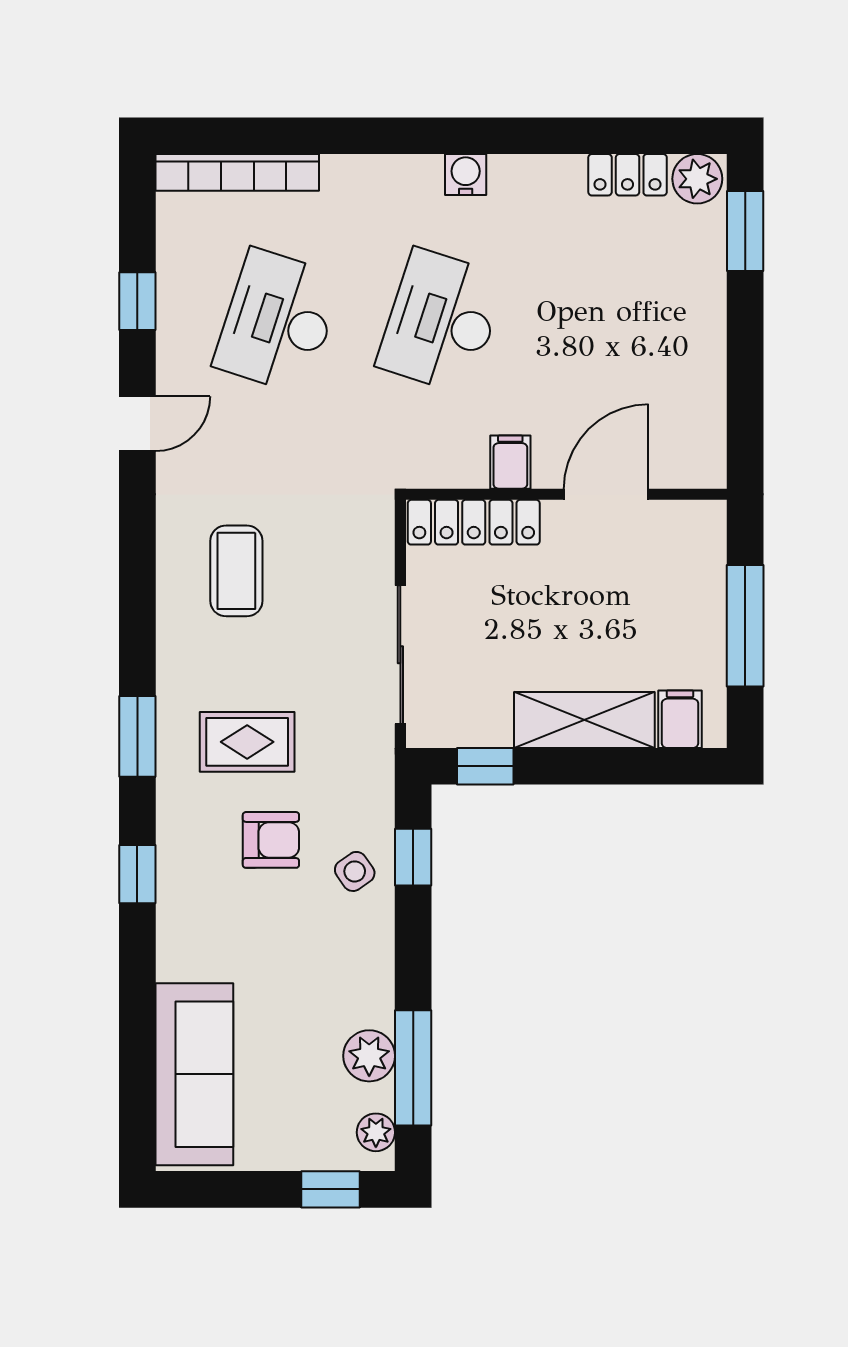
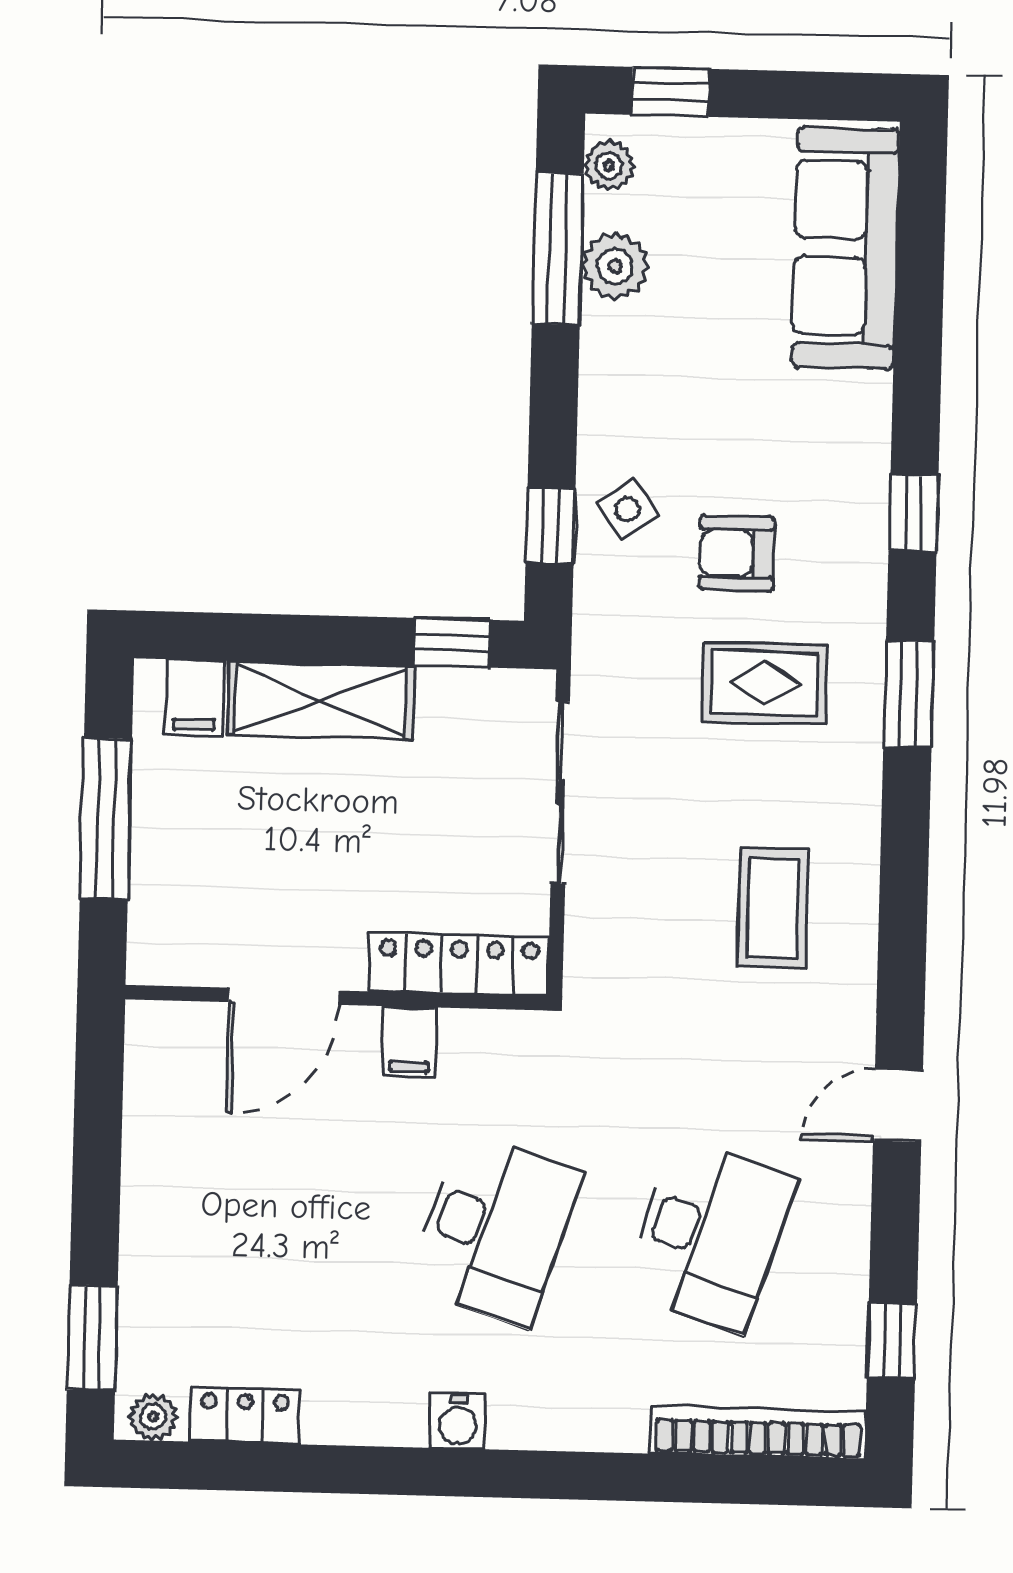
plant: (697, 179) -> (153, 1417), width x0.73, depth x0.73
window: (137, 301) -> (892, 1341), moved

